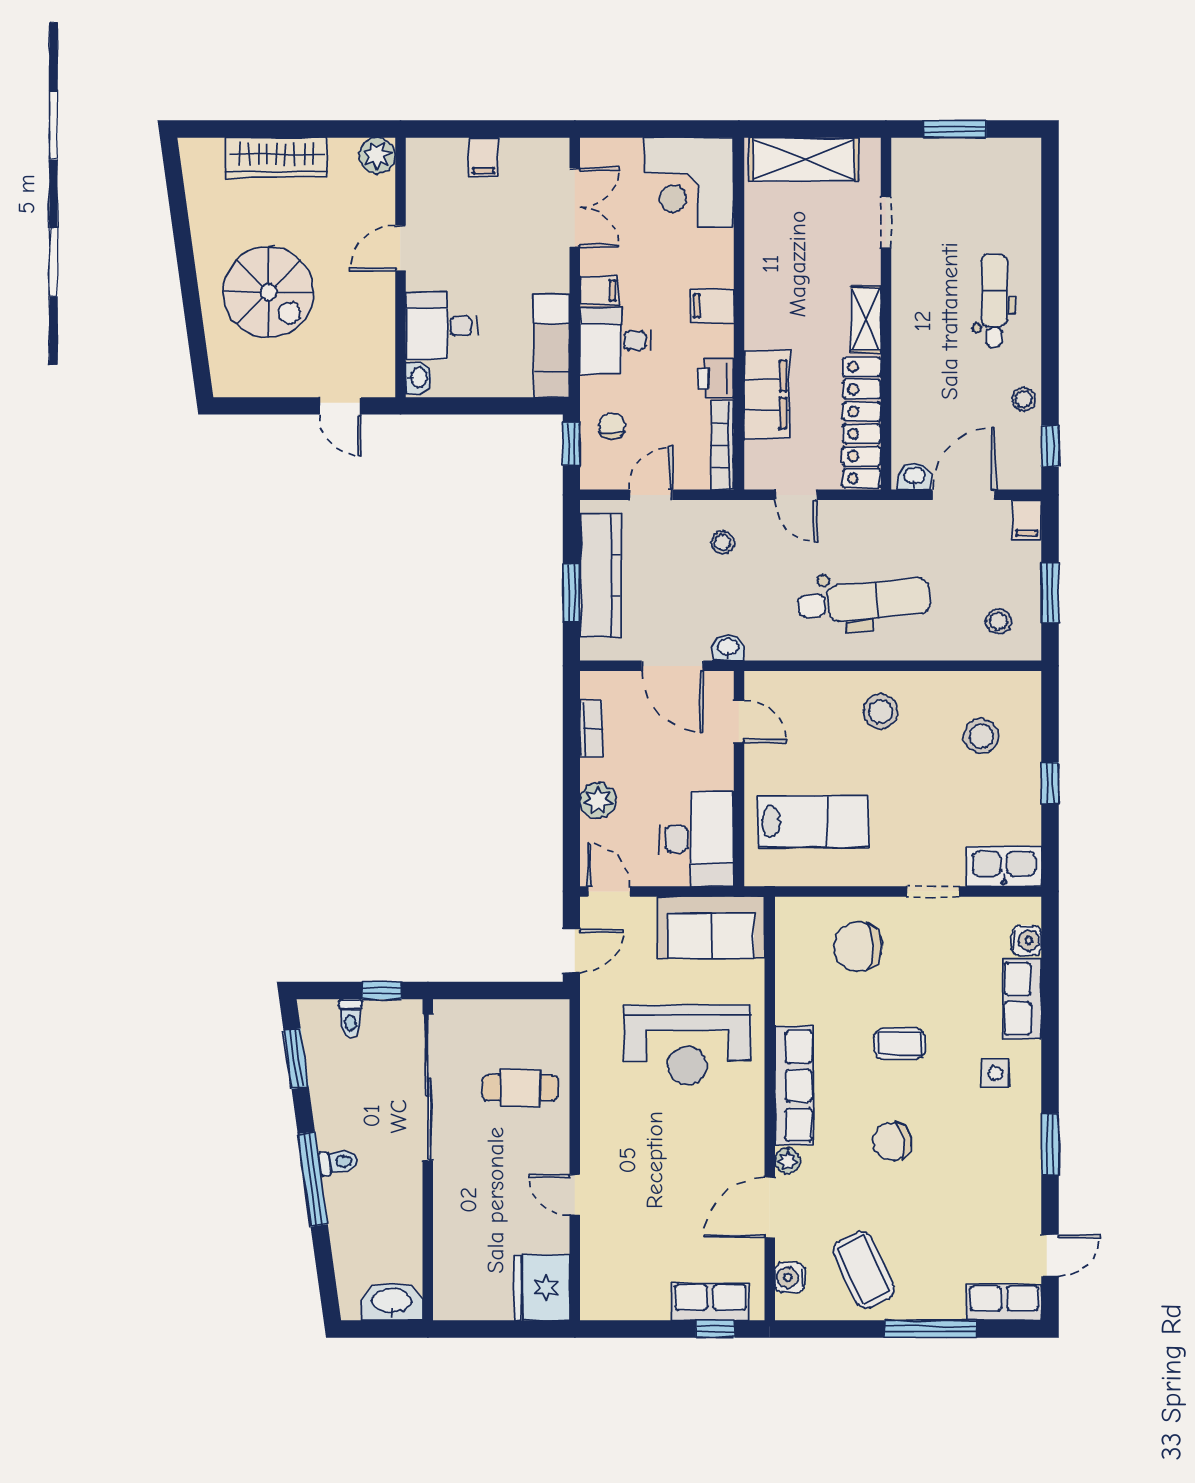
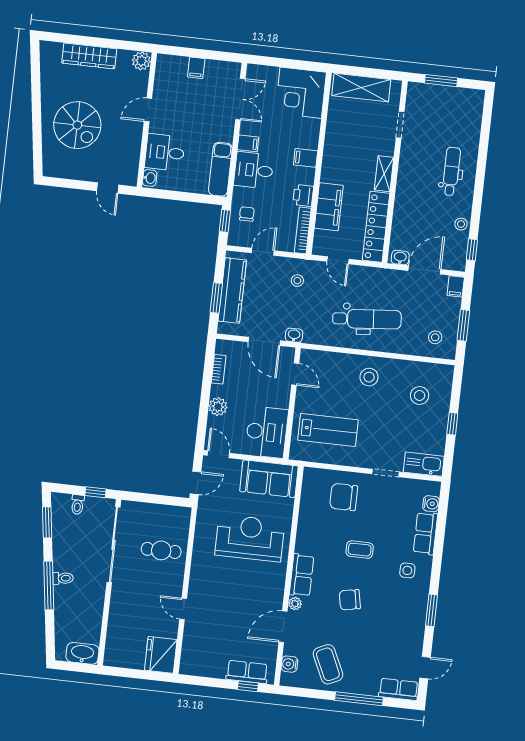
reception desk: (687, 1045) -> (250, 538), turned 180
row of seats: (794, 1086) -> (302, 575), width x0.68

